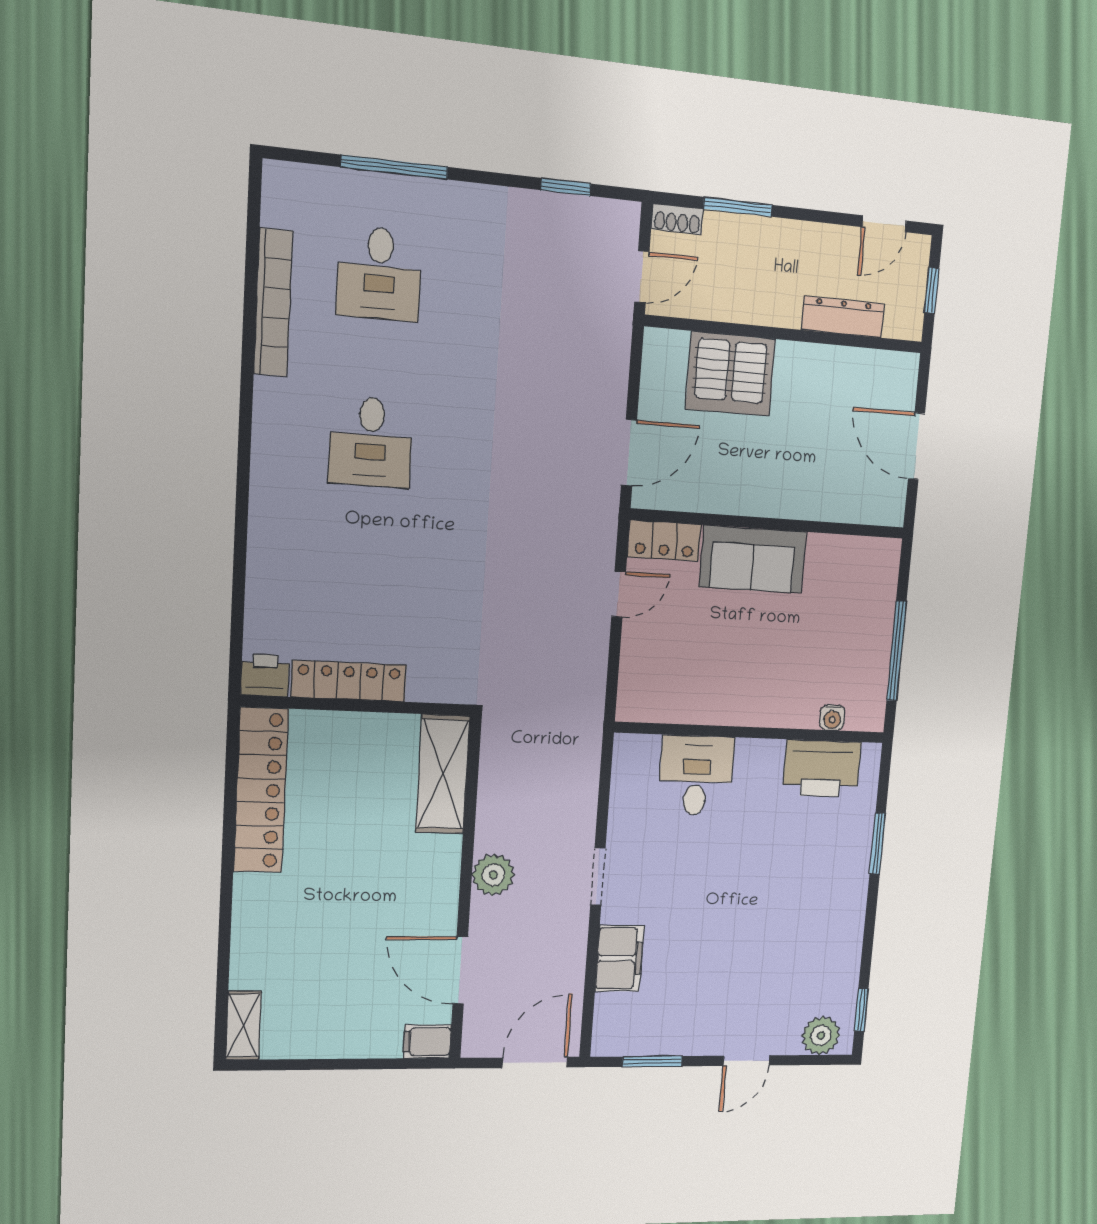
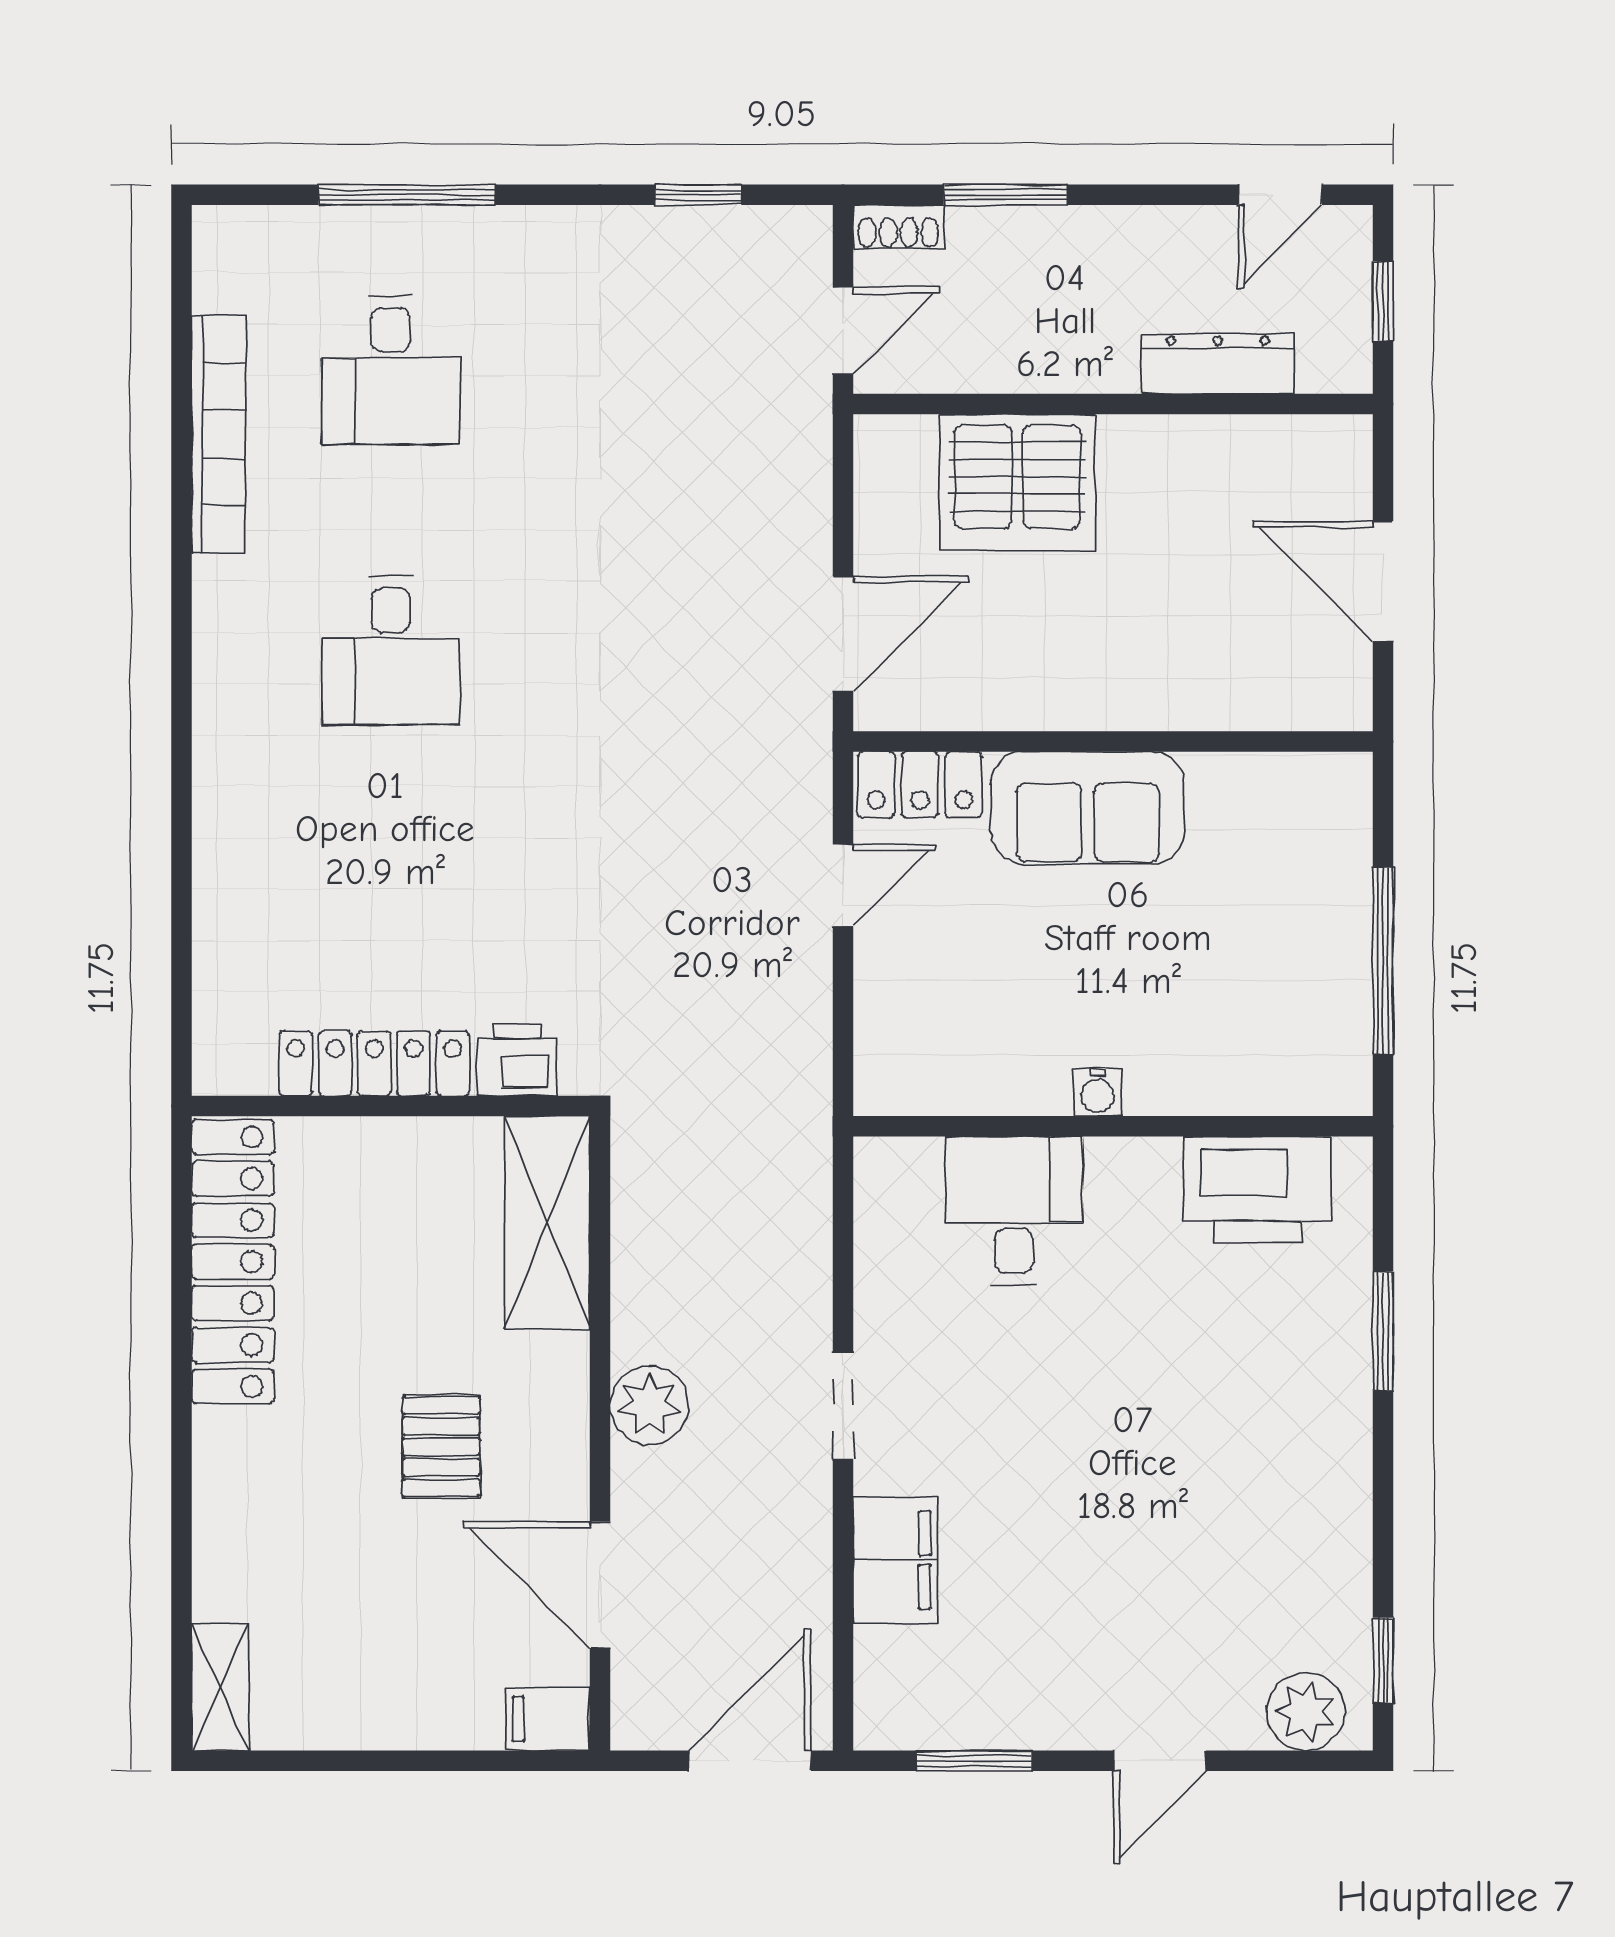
printer: (265, 675) -> (517, 1060), moved
water cooler: (832, 718) -> (1098, 1092), moved
pallet: (376, 895) -> (441, 1447), added

